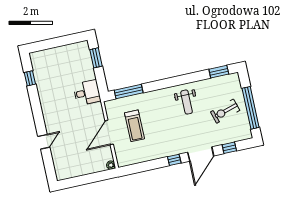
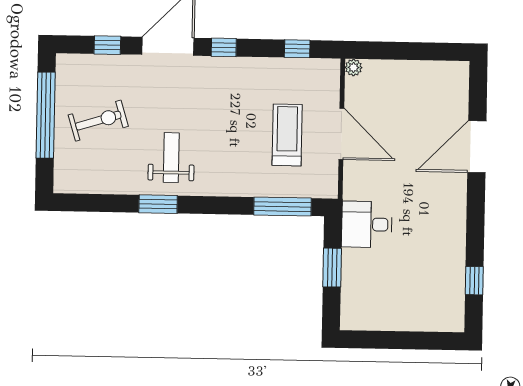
window: (96, 58) -> (332, 268), moved
window: (219, 72) -> (158, 204), moved
door: (109, 132) -> (341, 134), hinge flipped
door: (44, 142) -> (477, 147), width x1.87
window: (140, 168) -> (297, 49), added

